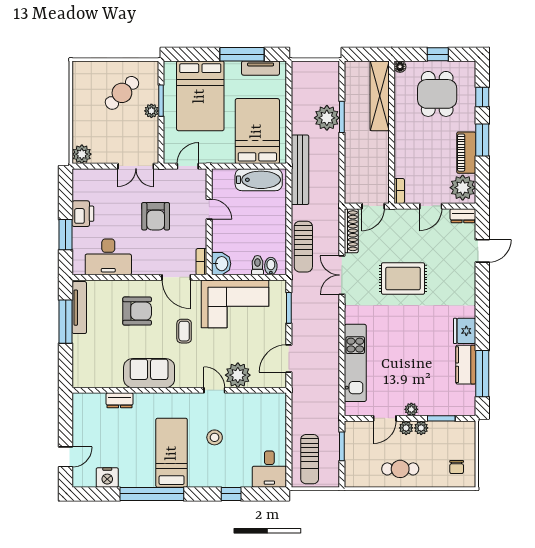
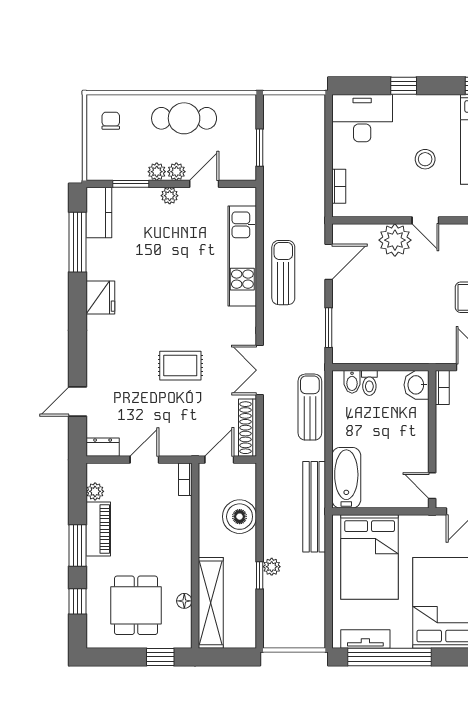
window: (242, 54) -> (389, 657), width x1.46
window: (438, 54) -> (160, 657), moved
floor lamp: (400, 67) -> (184, 601), moved
window: (342, 117) -> (260, 575), width x0.67
plant: (327, 118) -> (272, 567), width x0.53, depth x0.53
boiler: (357, 162) -> (240, 517), added
bathtub: (259, 180) -> (346, 478), moved, turned 90
plant: (463, 188) -> (95, 491), width x0.53, depth x0.53
door: (209, 209) -> (432, 486), moved
double door: (342, 275) -> (260, 370), swing flipped
rug: (403, 279) -> (180, 366), width x0.73, depth x0.70
corner sofa: (235, 304) -> (399, 333), removed
kitchen counter: (466, 365) -> (99, 212), moved
bookcase: (281, 417) -> (339, 186), added
sun lounger: (310, 459) -> (283, 273), moved
desk: (269, 469) -> (362, 118), width x1.37
cafe table: (400, 469) -> (184, 118), width x1.37, depth x1.35

